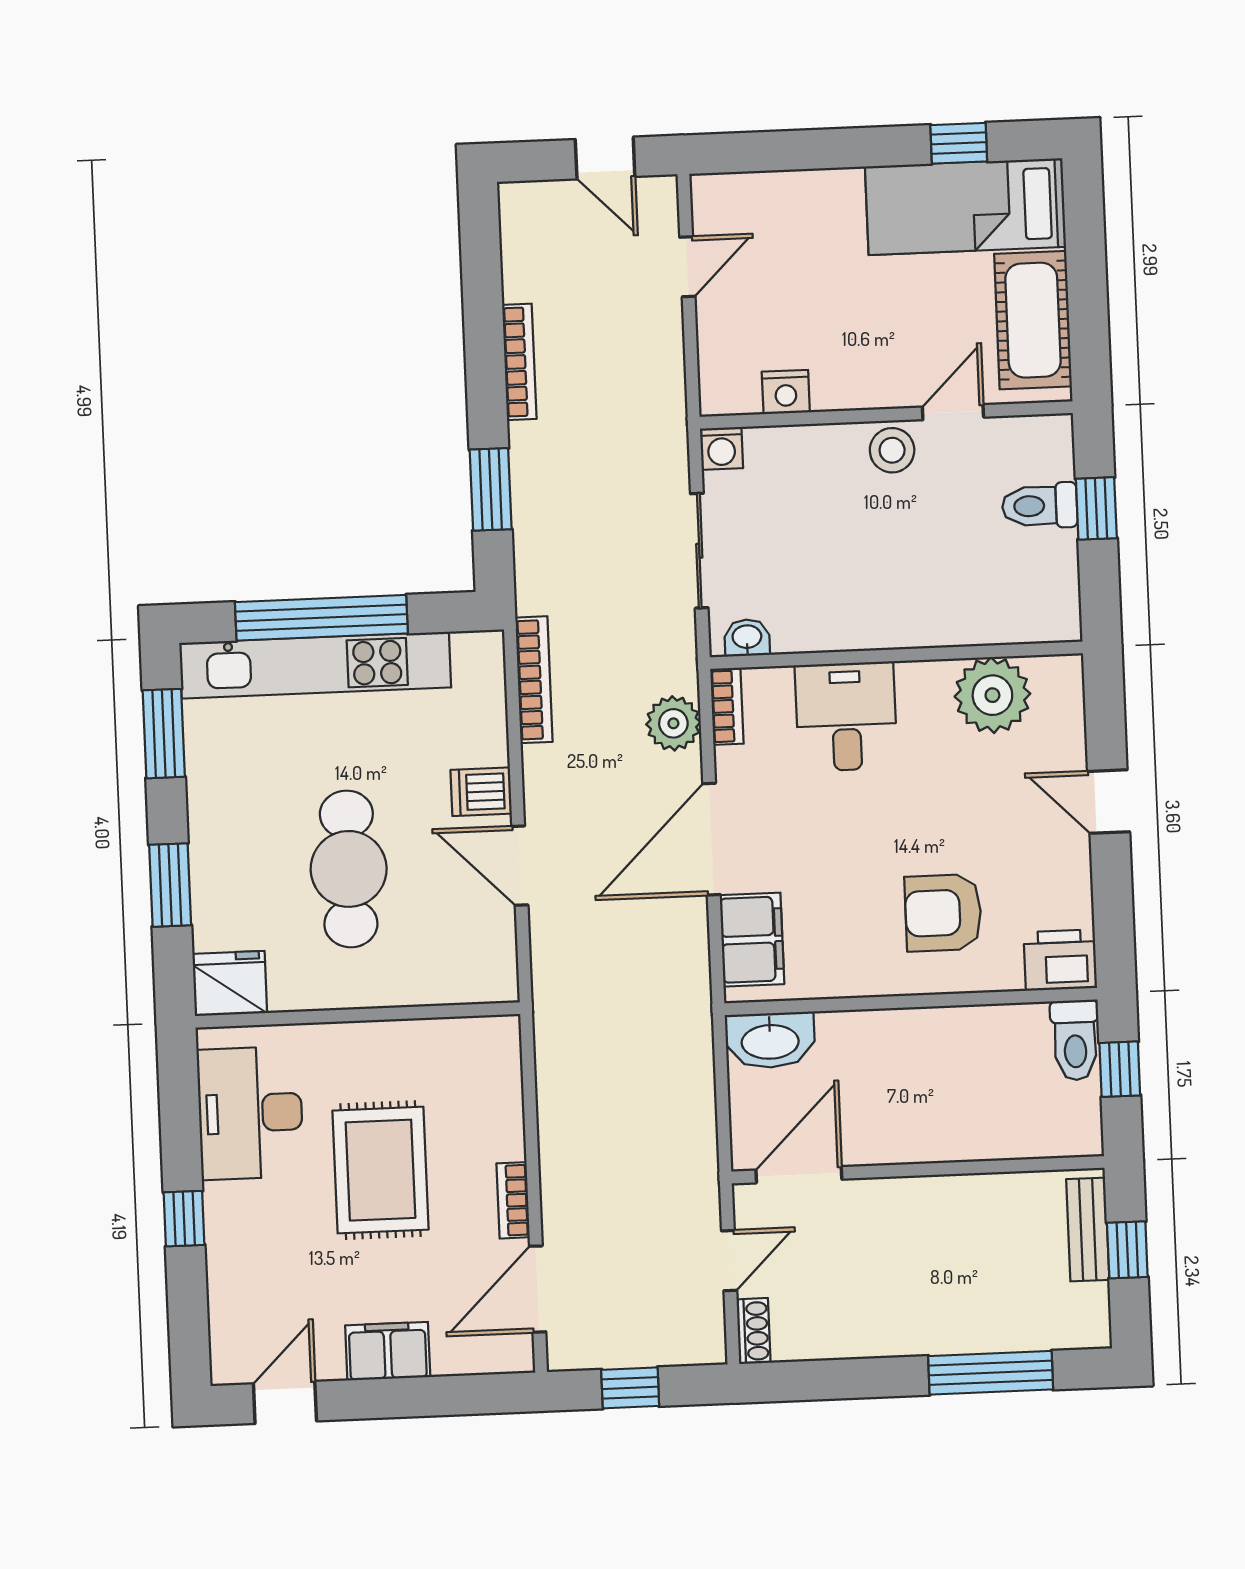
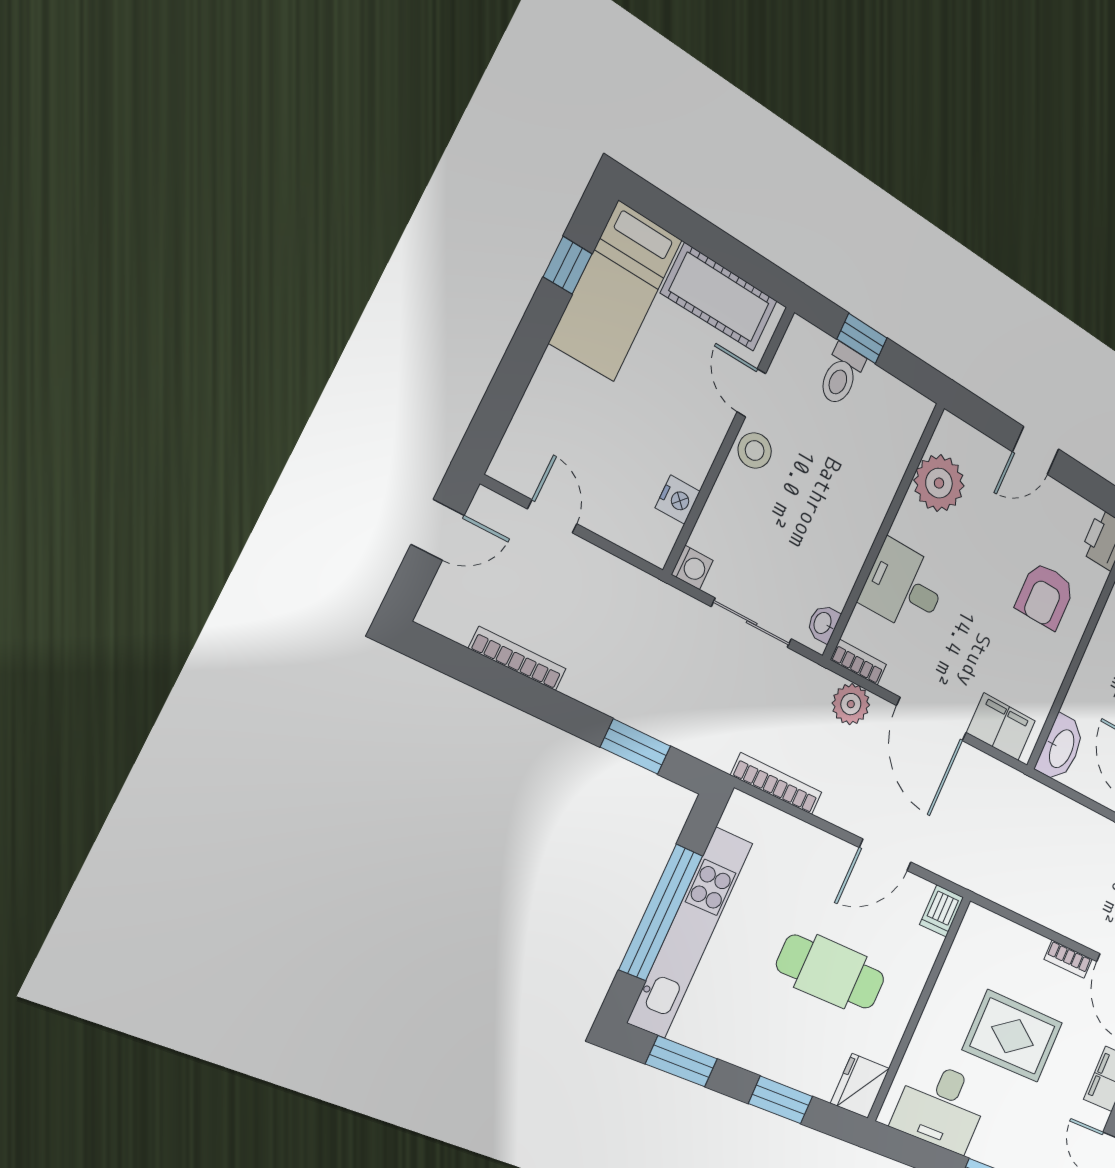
bookcase: (519, 362) -> (518, 659), moved
dishwasher: (481, 792) -> (942, 911), moved

